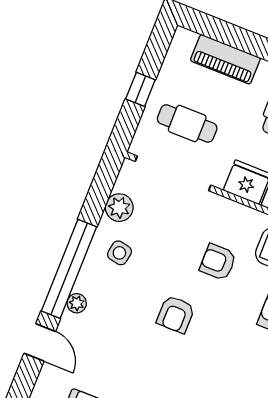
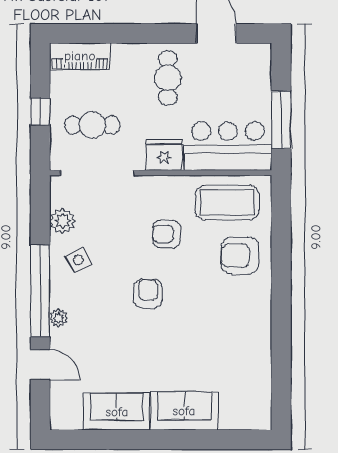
piano: (225, 59) -> (80, 56), moved
side table: (119, 253) -> (78, 260), turned -37
armchair: (176, 314) -> (148, 294), turned 180

